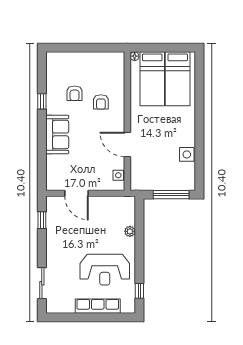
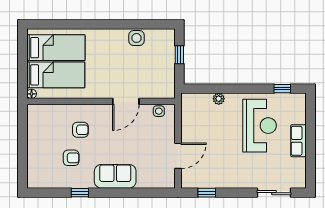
window: (171, 195) -> (179, 55), width x0.46
row of seats: (98, 306) -> (298, 141), width x0.68

